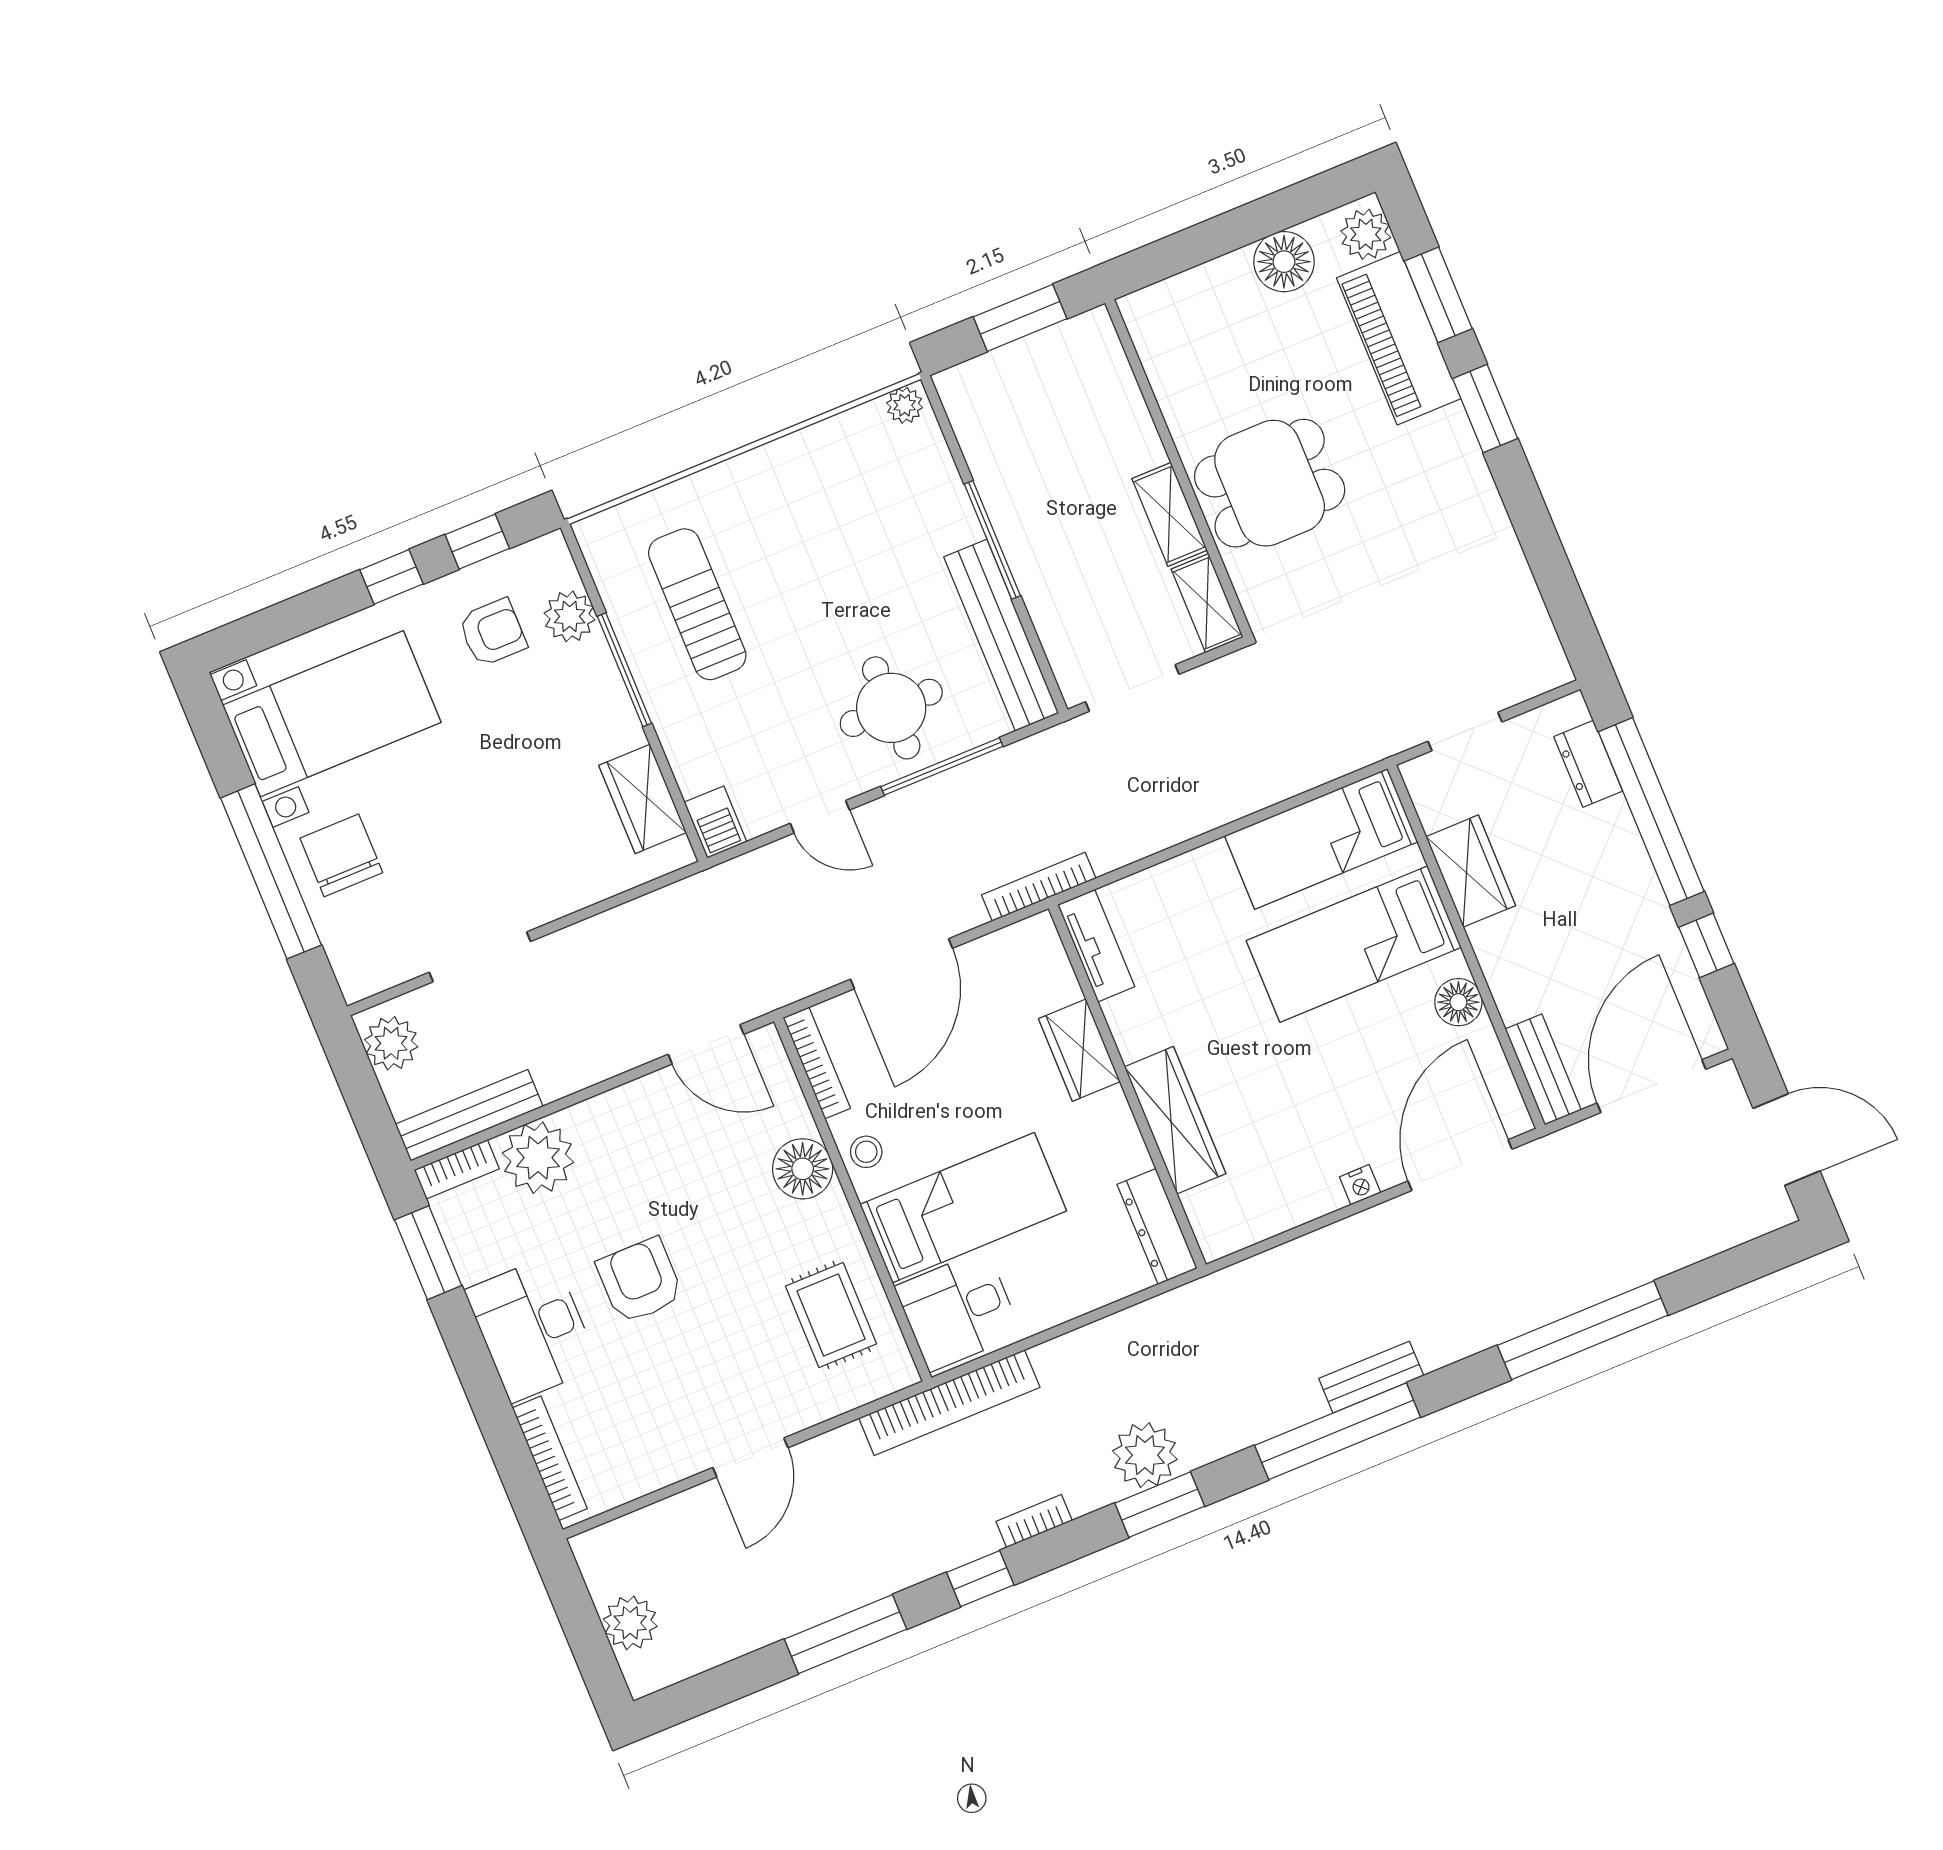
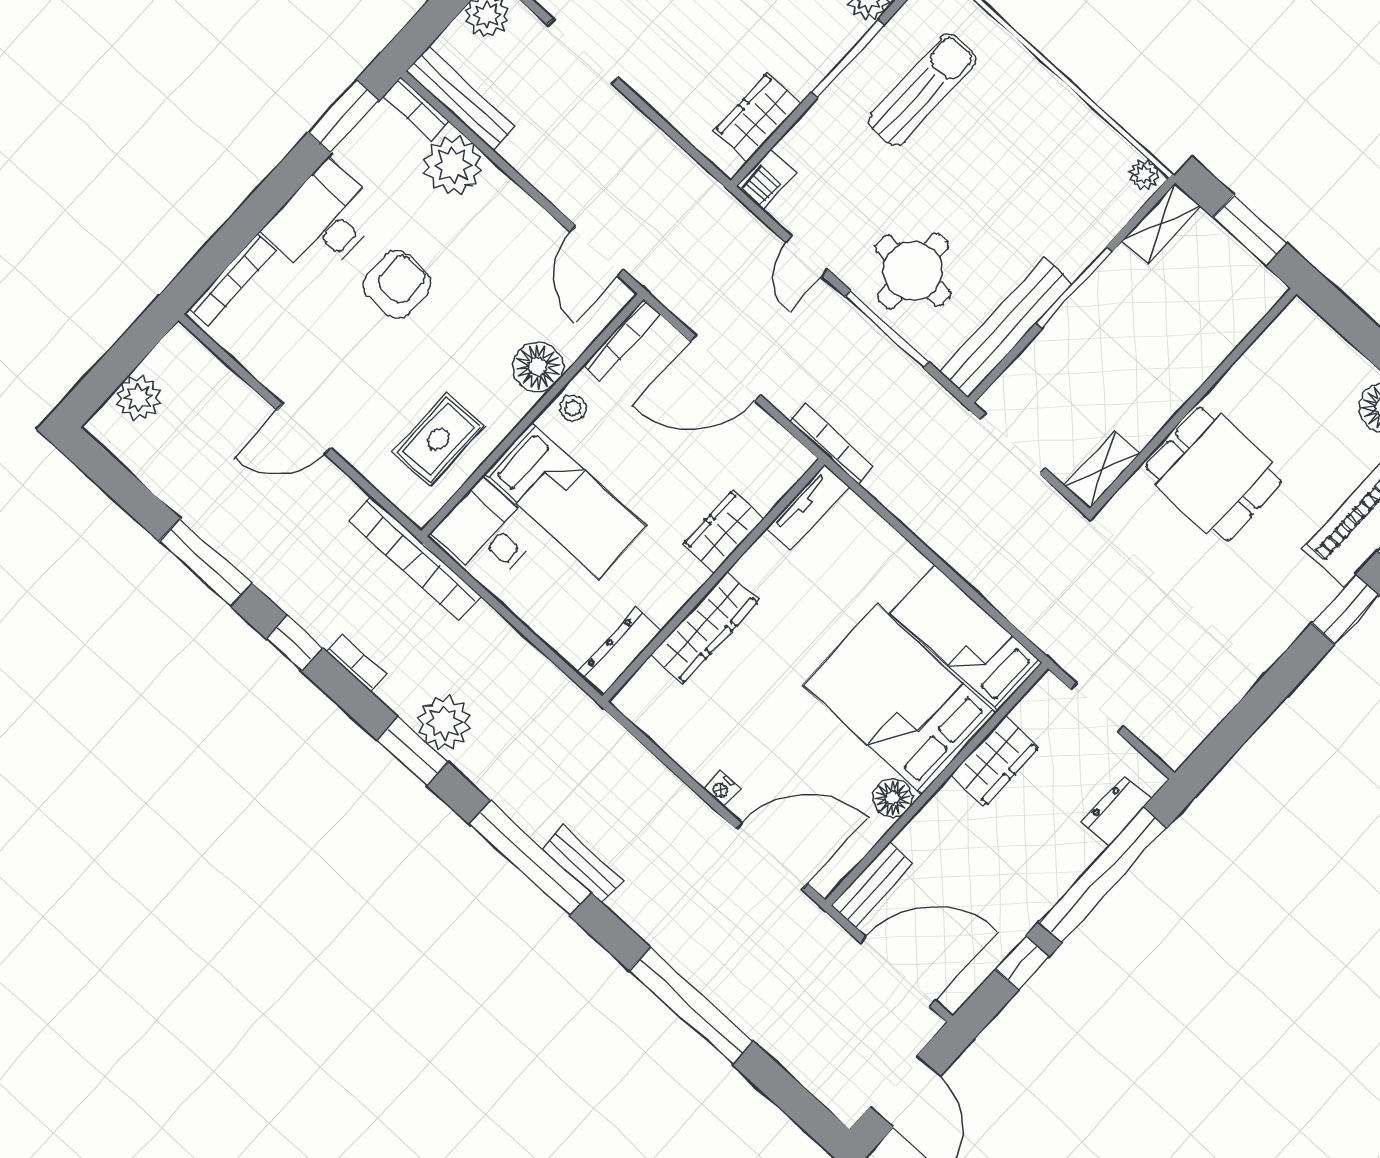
shelving: (1170, 514) -> (1162, 223), moved
bed: (1354, 944) -> (899, 699), width x1.50

